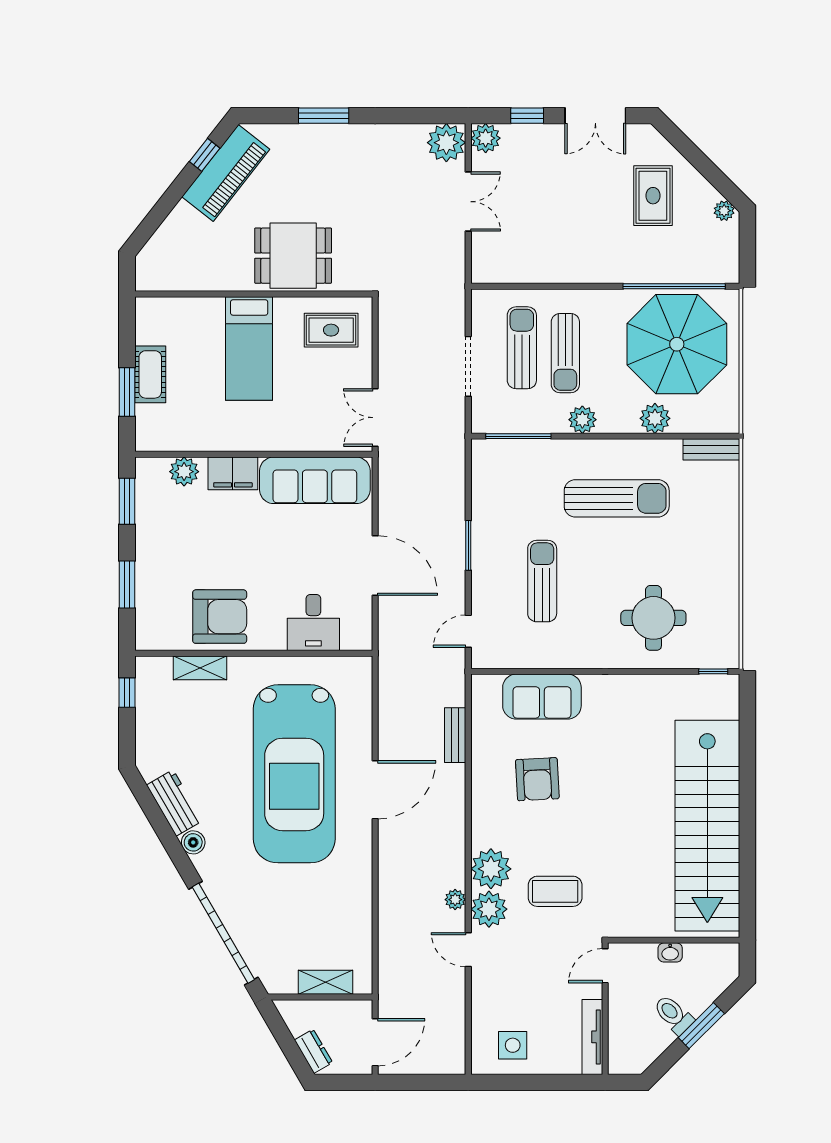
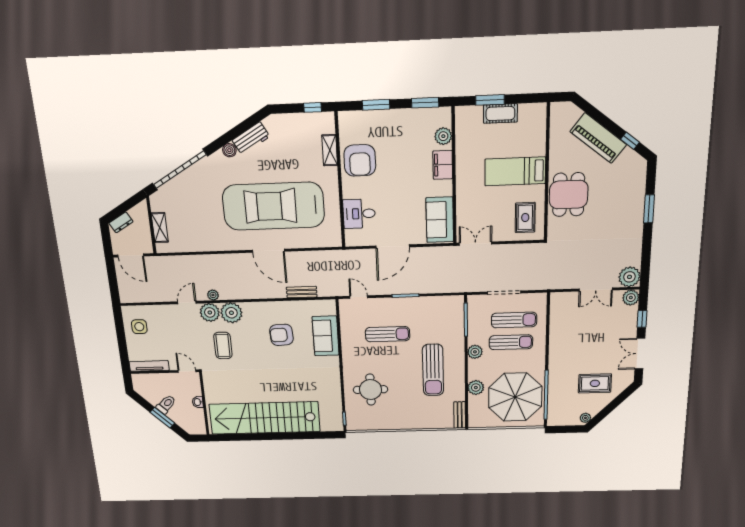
piano: (226, 173) -> (598, 138), moved
sun lounger: (565, 353) -> (511, 342), turned 180
sofa: (315, 480) -> (440, 220), width x0.73

